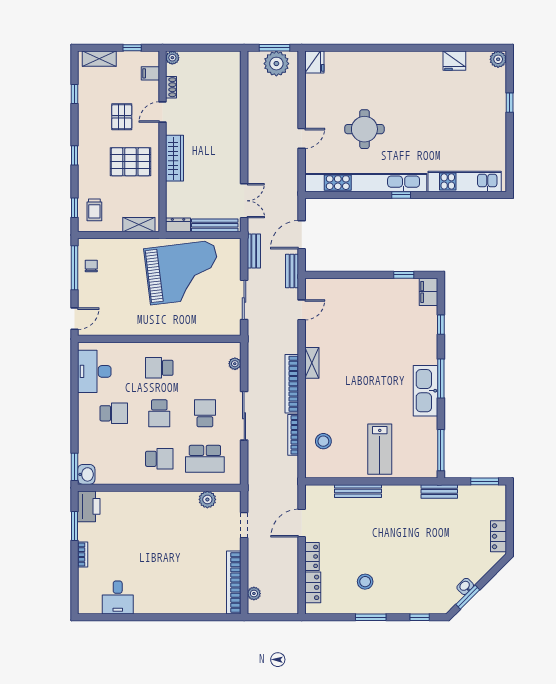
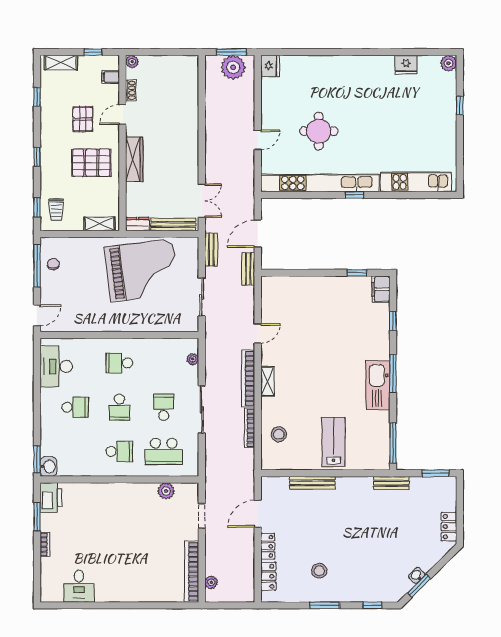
door: (302, 310) -> (258, 333), moved
shelving: (312, 363) -> (268, 381), moved
lab bench: (380, 449) -> (334, 442), turned 180

